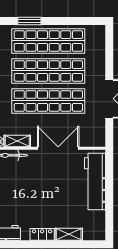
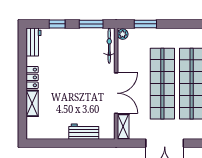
shelving: (17, 141) -> (123, 127), moved
workbench: (95, 181) -> (84, 132), width x0.53, depth x0.76

